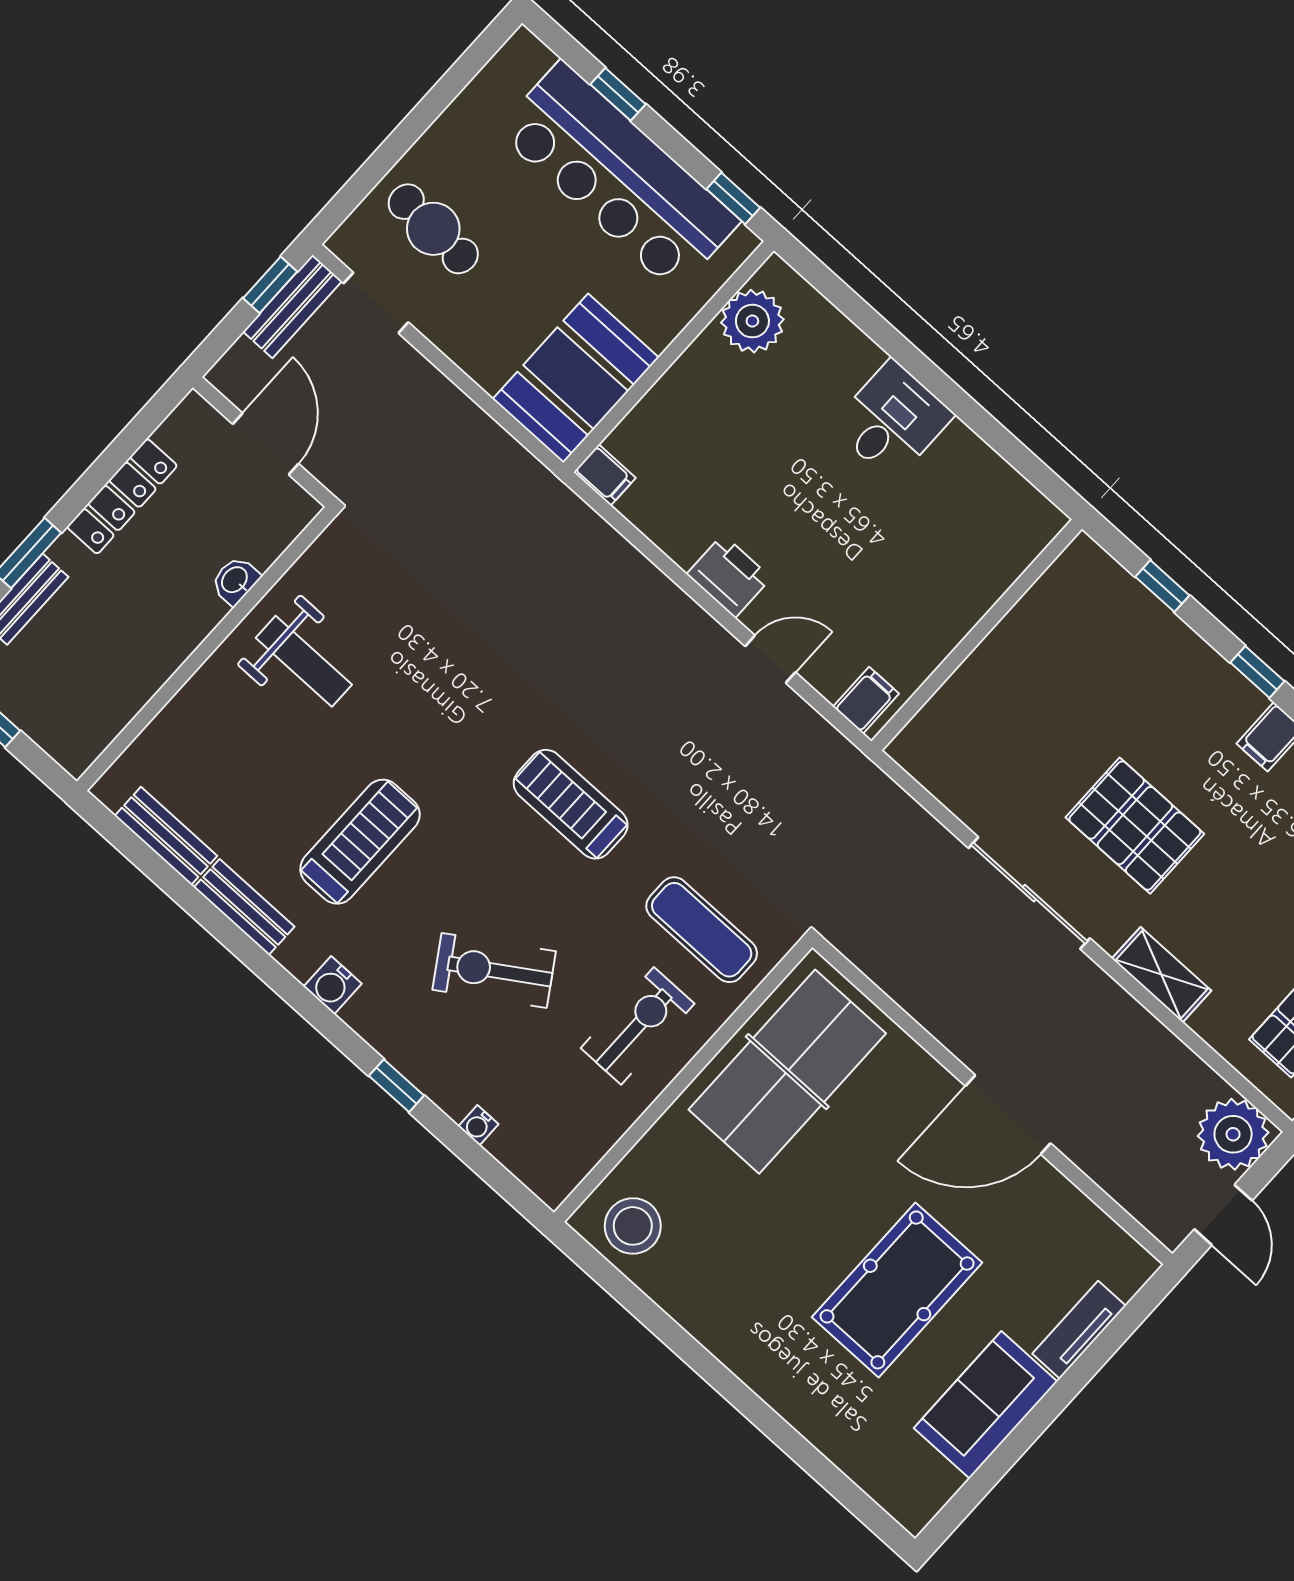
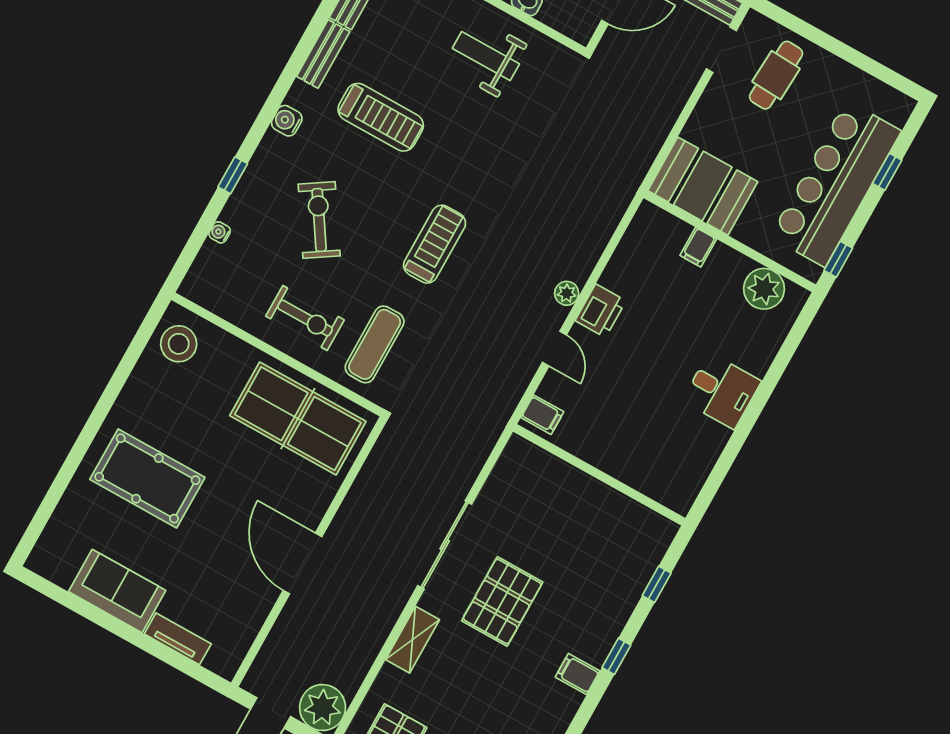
filing cabinet: (605, 475) -> (698, 247), moved
plant: (691, 621) -> (567, 293), added
weight bench: (304, 661) -> (486, 56), turned 90
pool table: (897, 1290) -> (147, 478), moved

